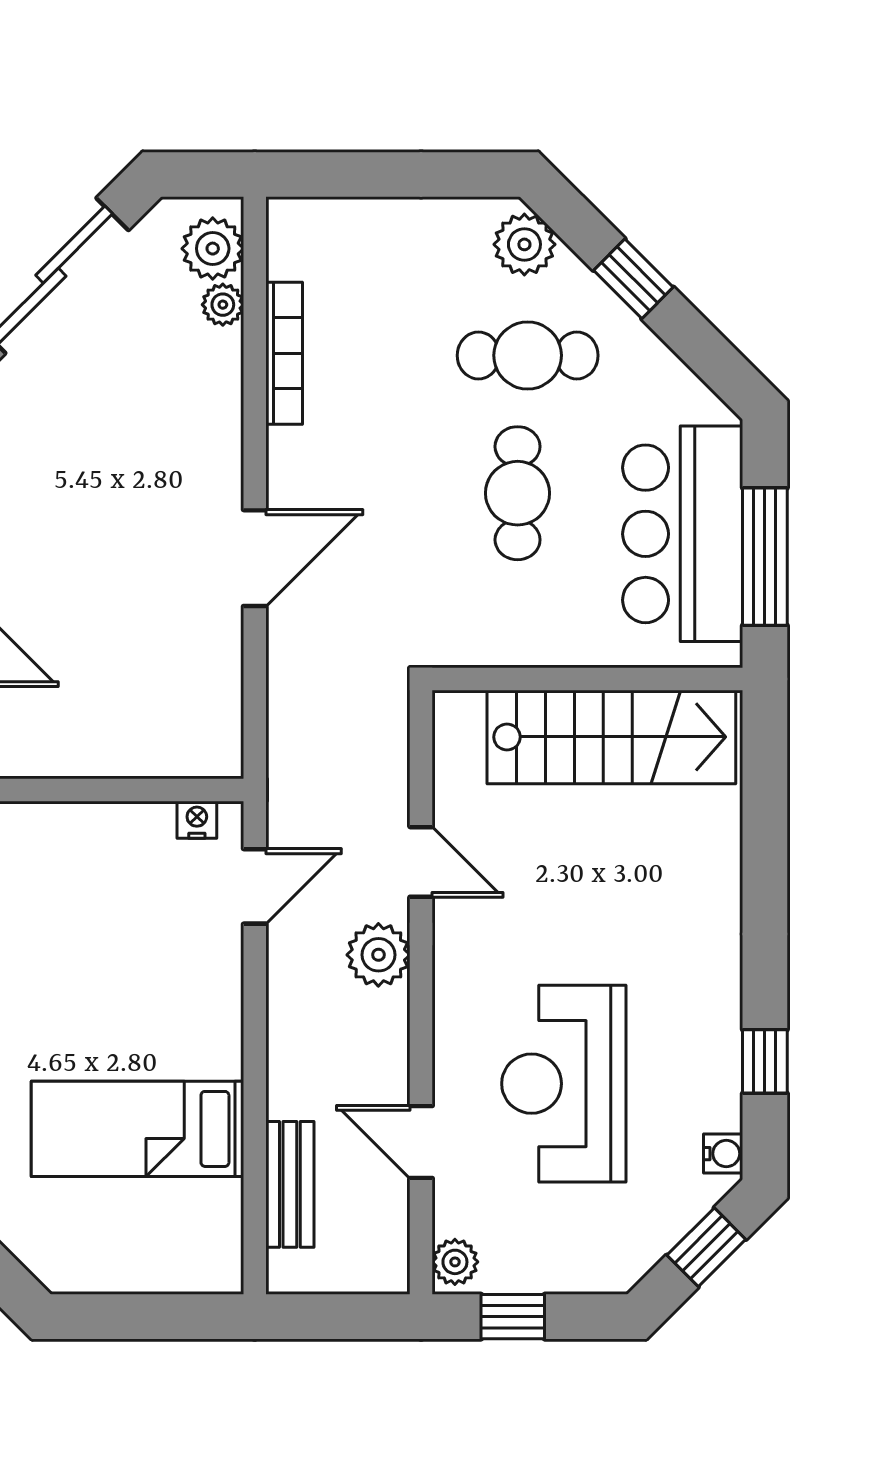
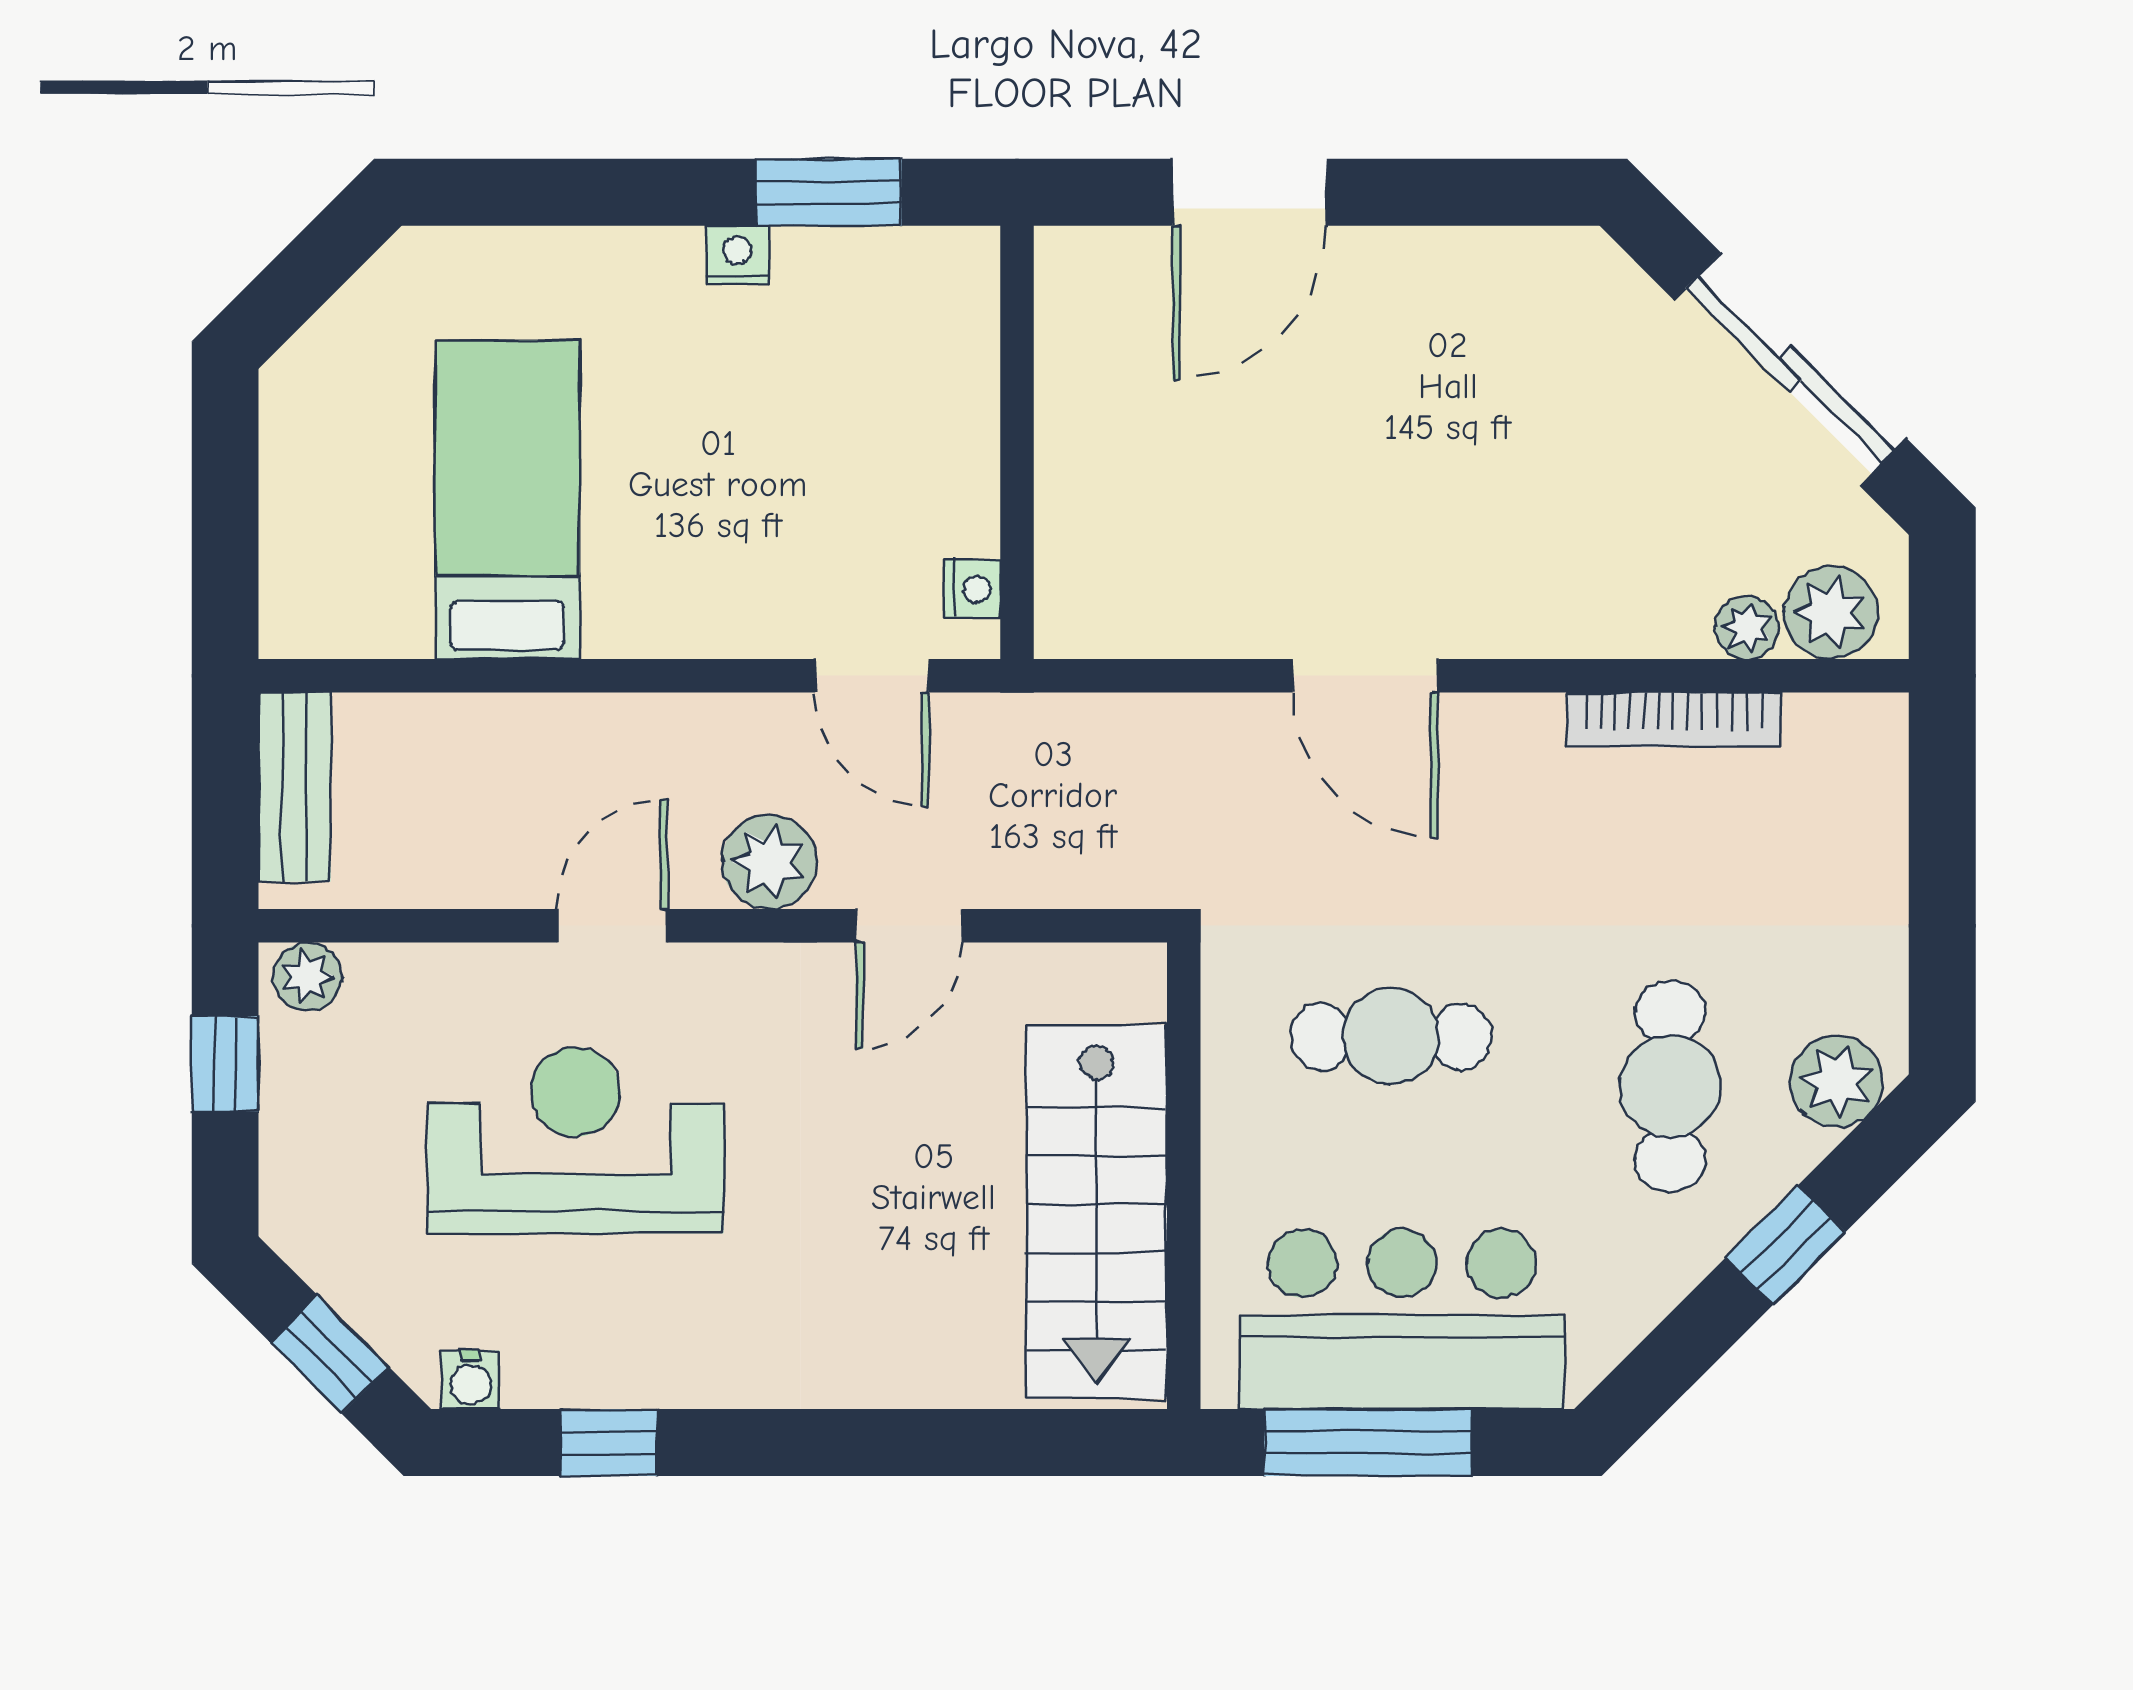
cafe table: (518, 493) -> (1391, 1037), moved
door: (421, 1142) -> (612, 926), moved
bench: (290, 1184) -> (295, 787), moved, turned 90

